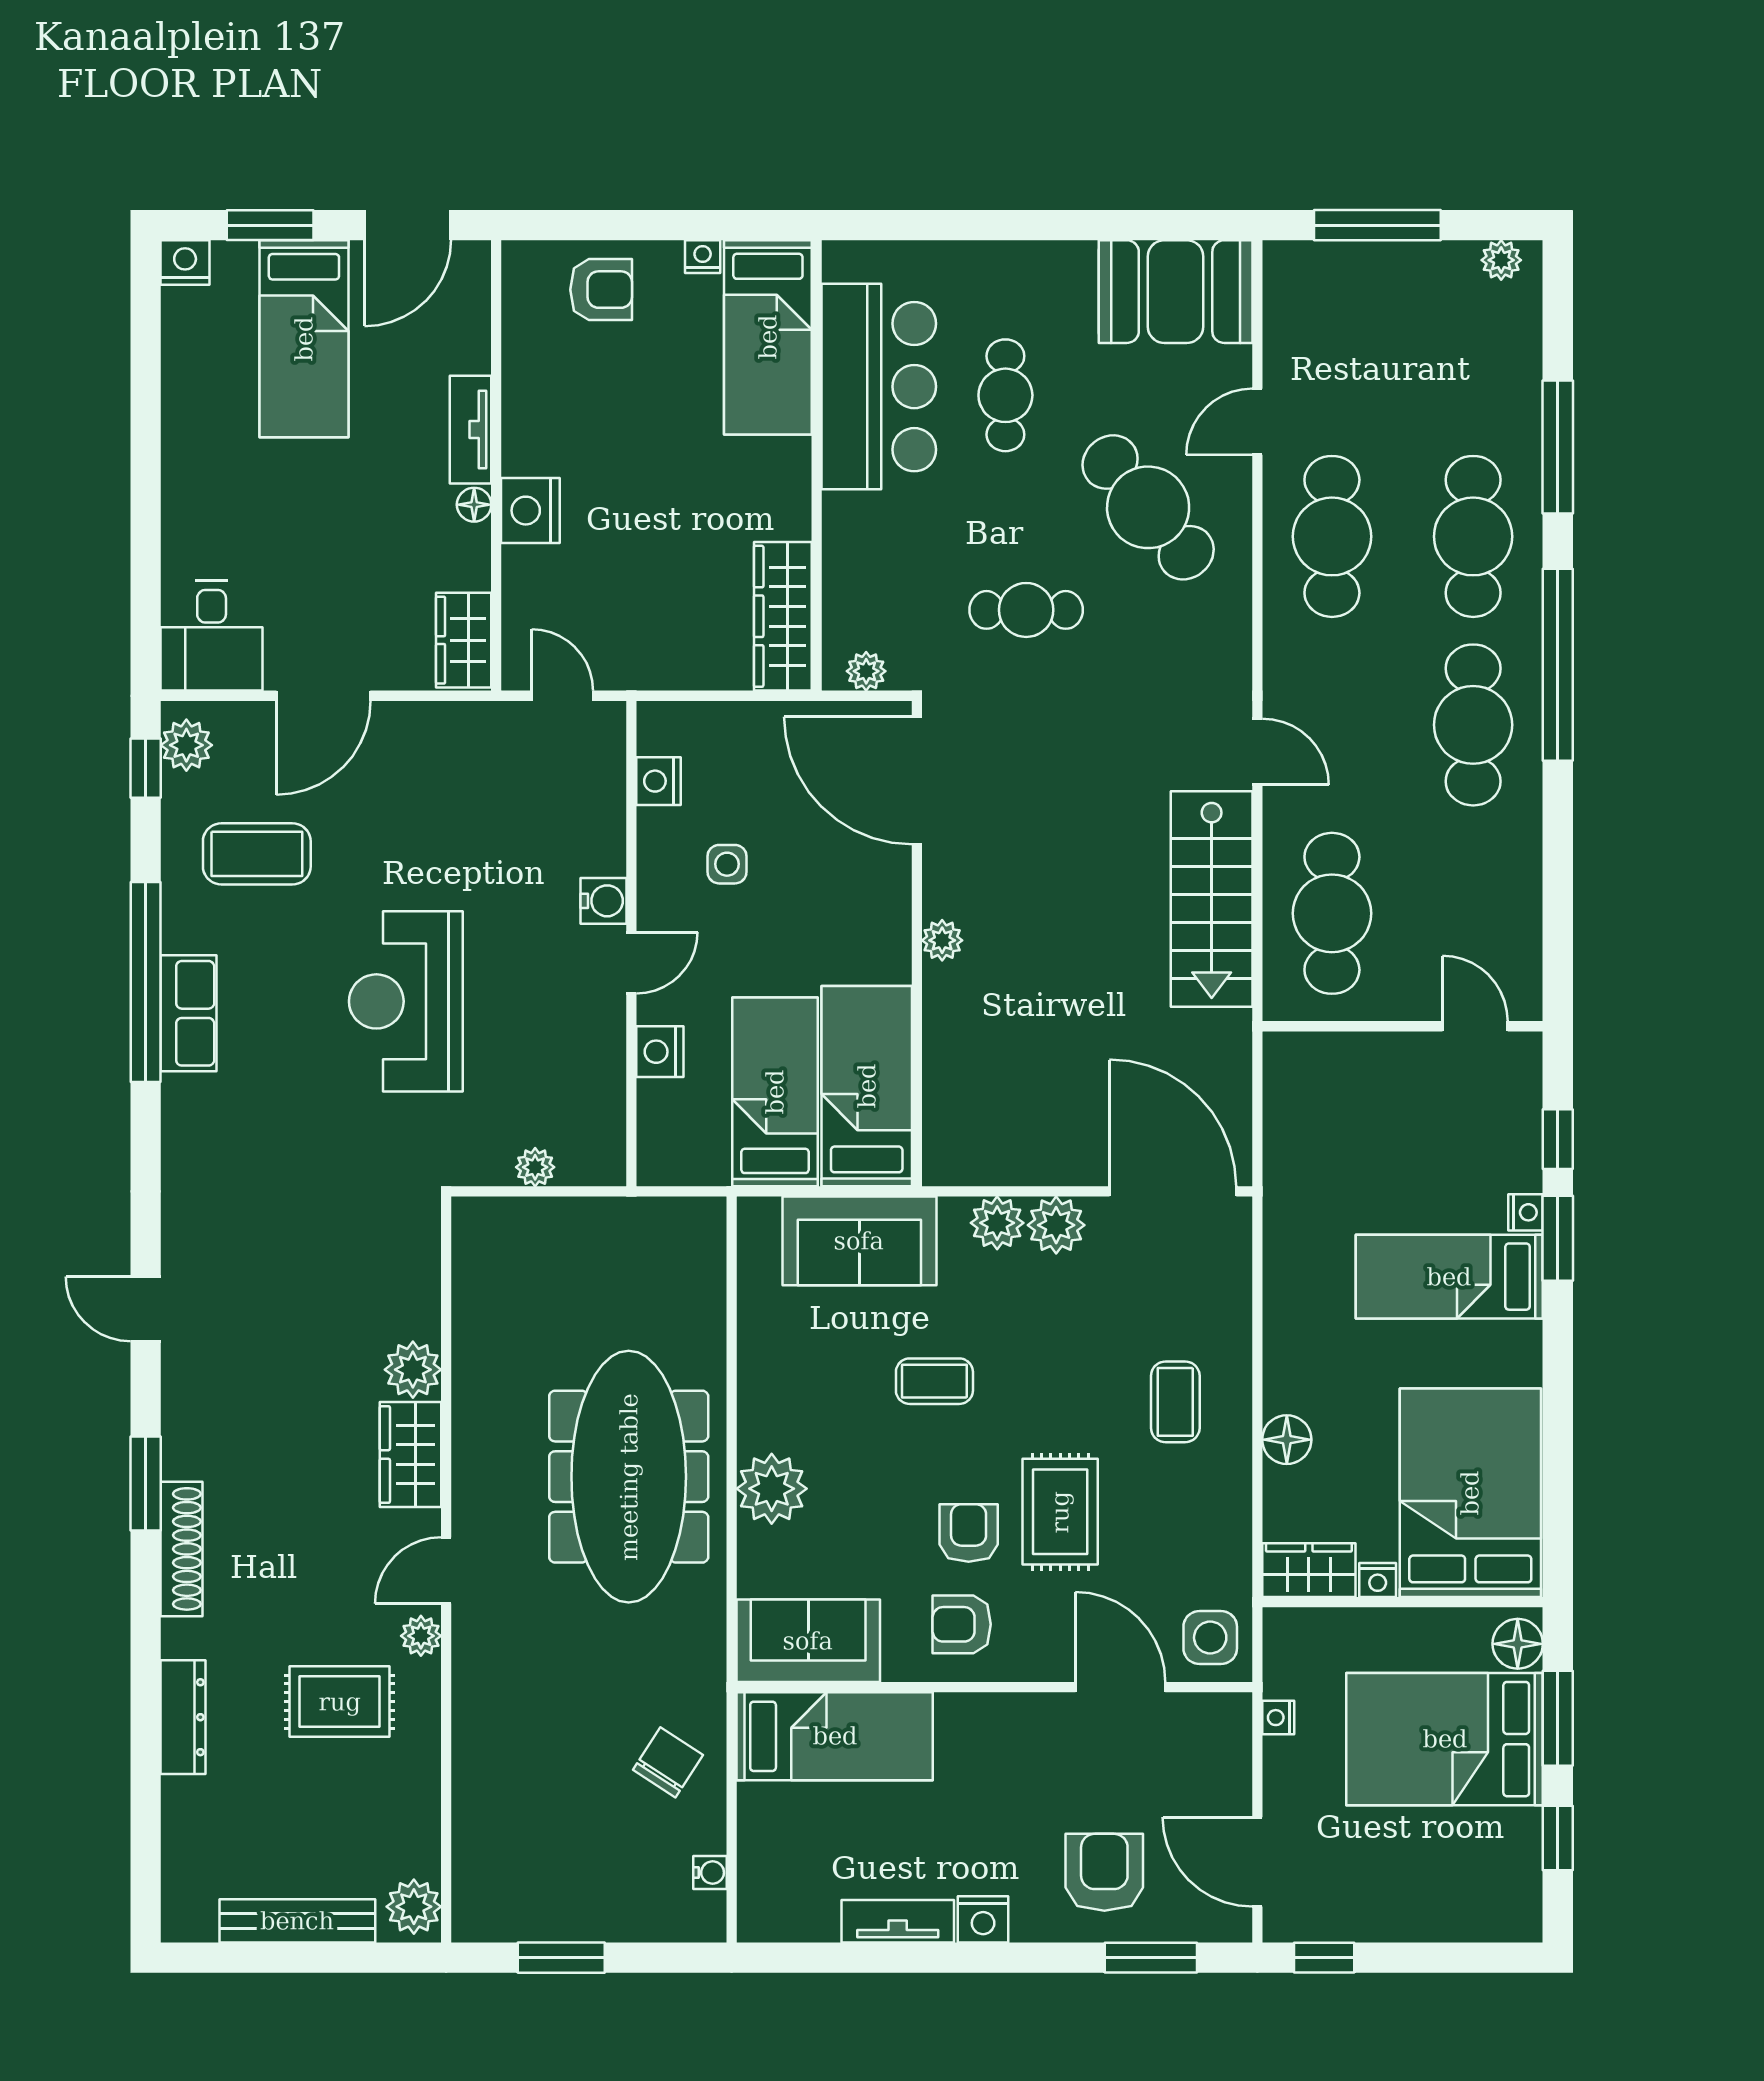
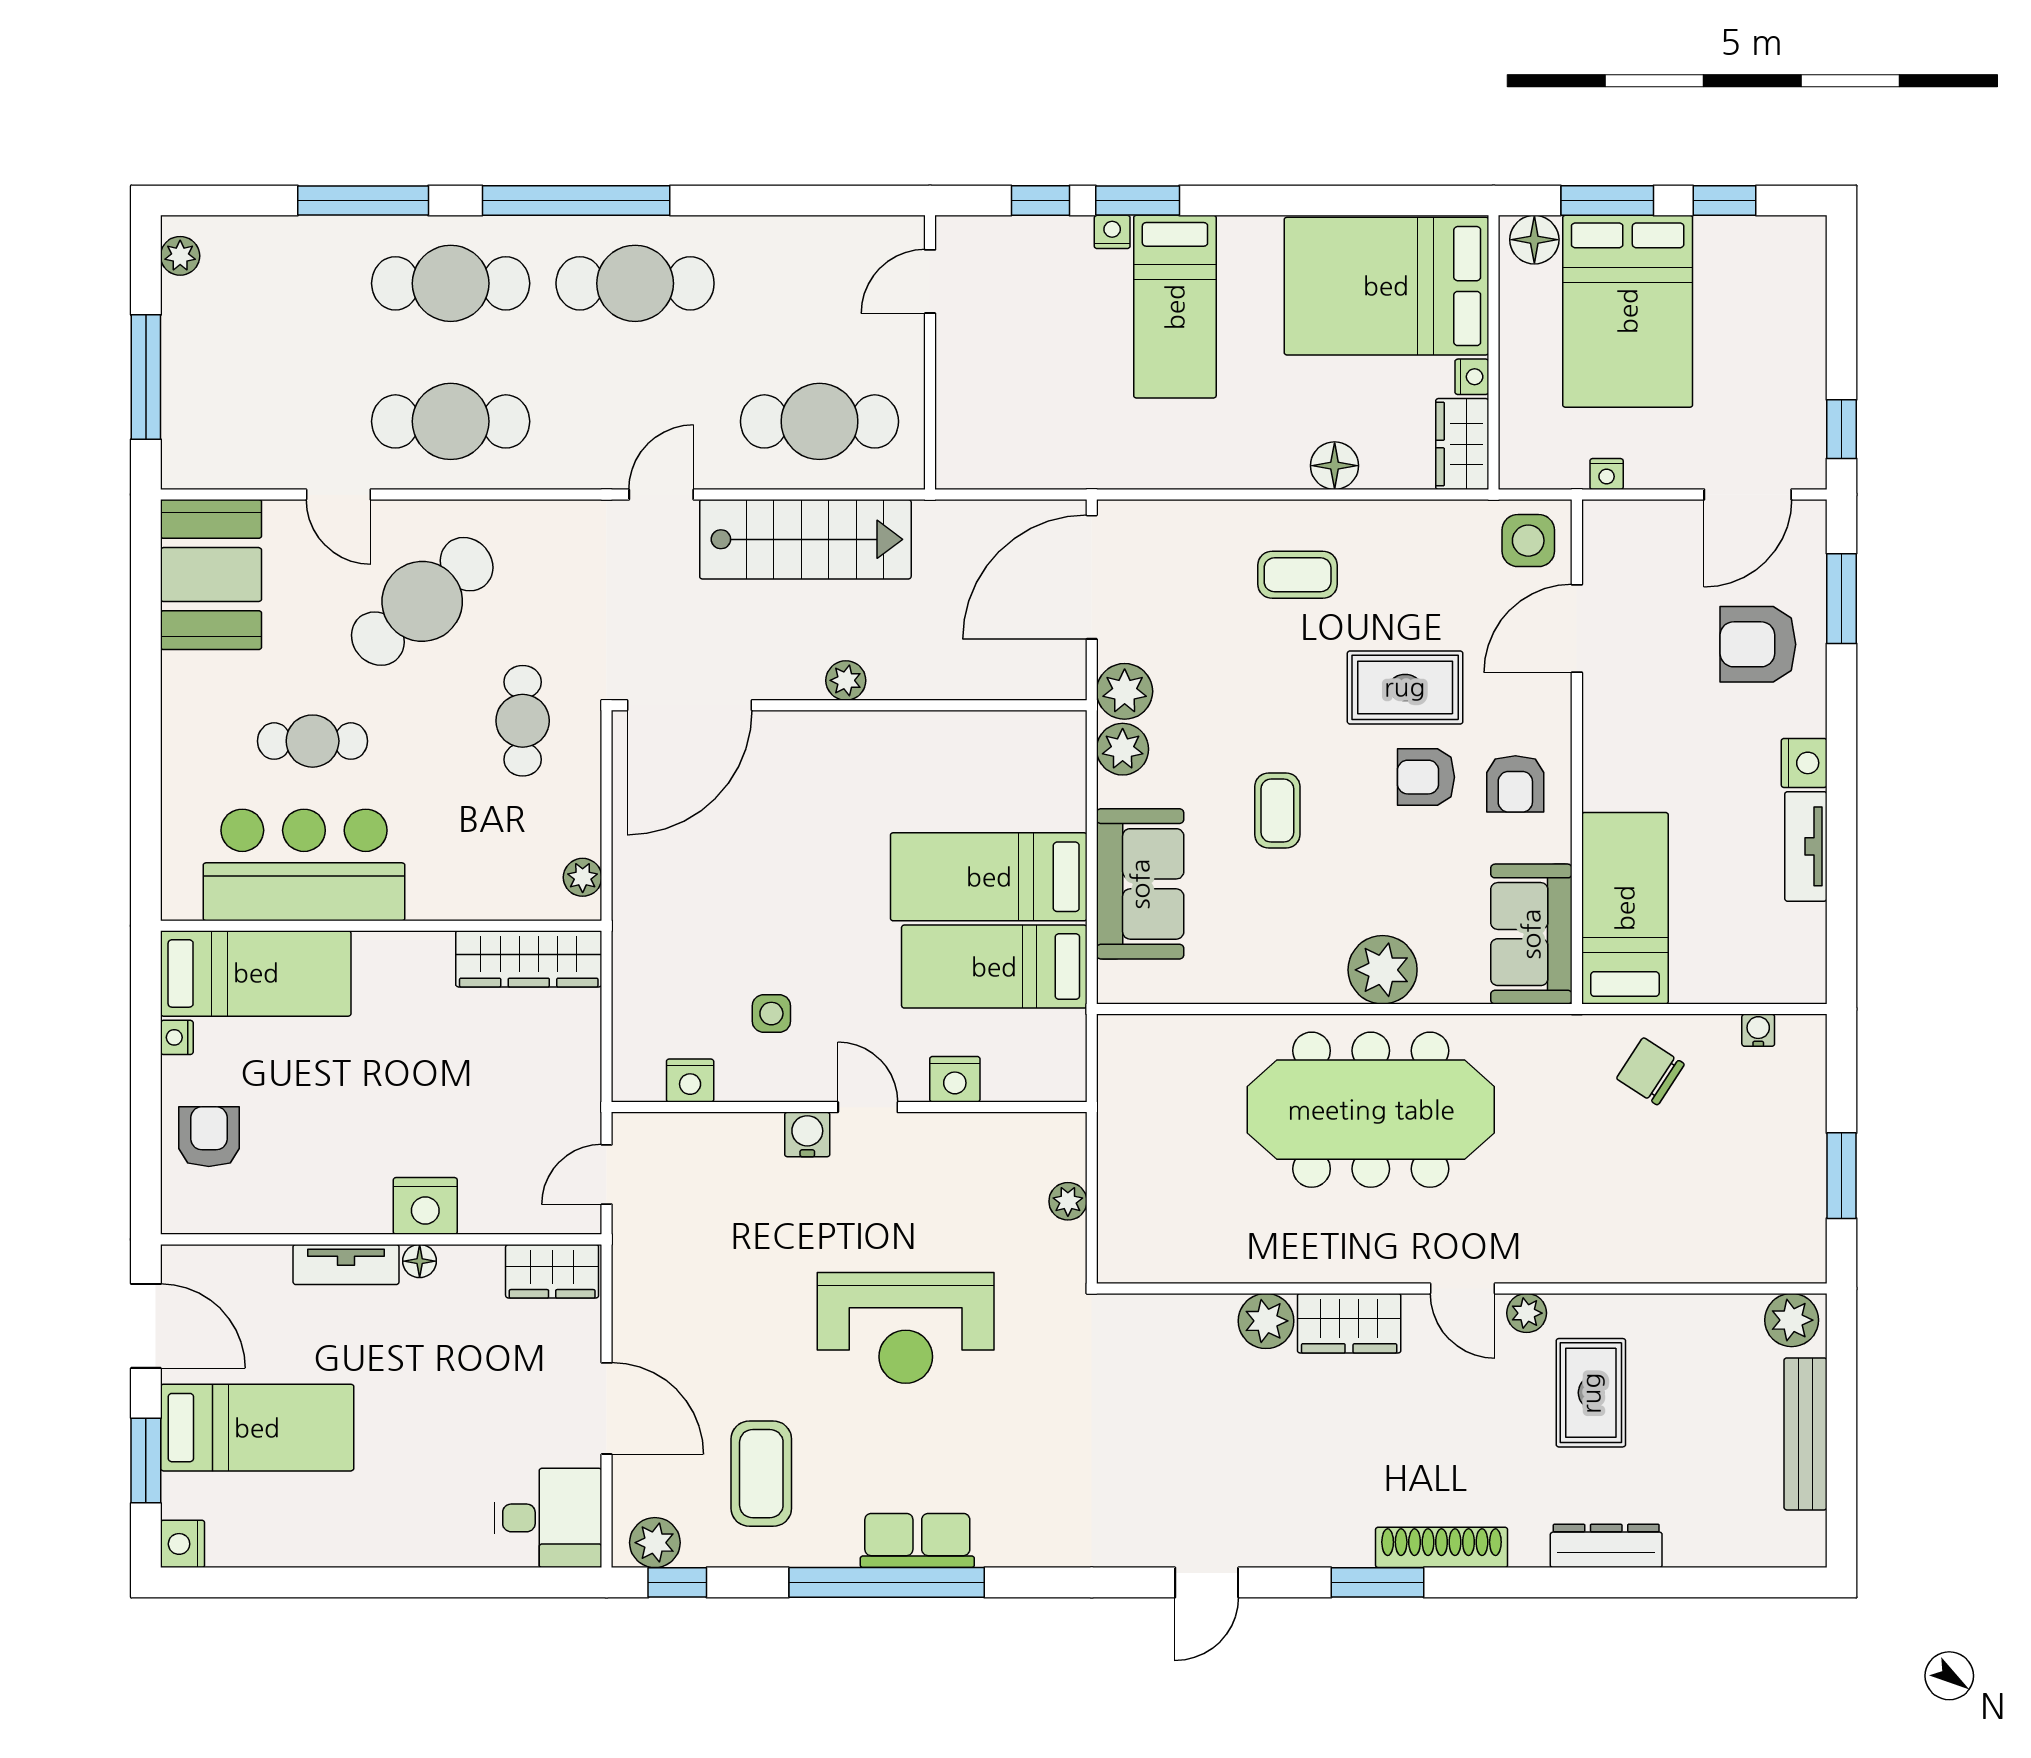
door: (917, 781) -> (690, 705), moved
plant: (942, 940) -> (846, 680), moved
wall: (917, 944) -> (849, 705), moved

